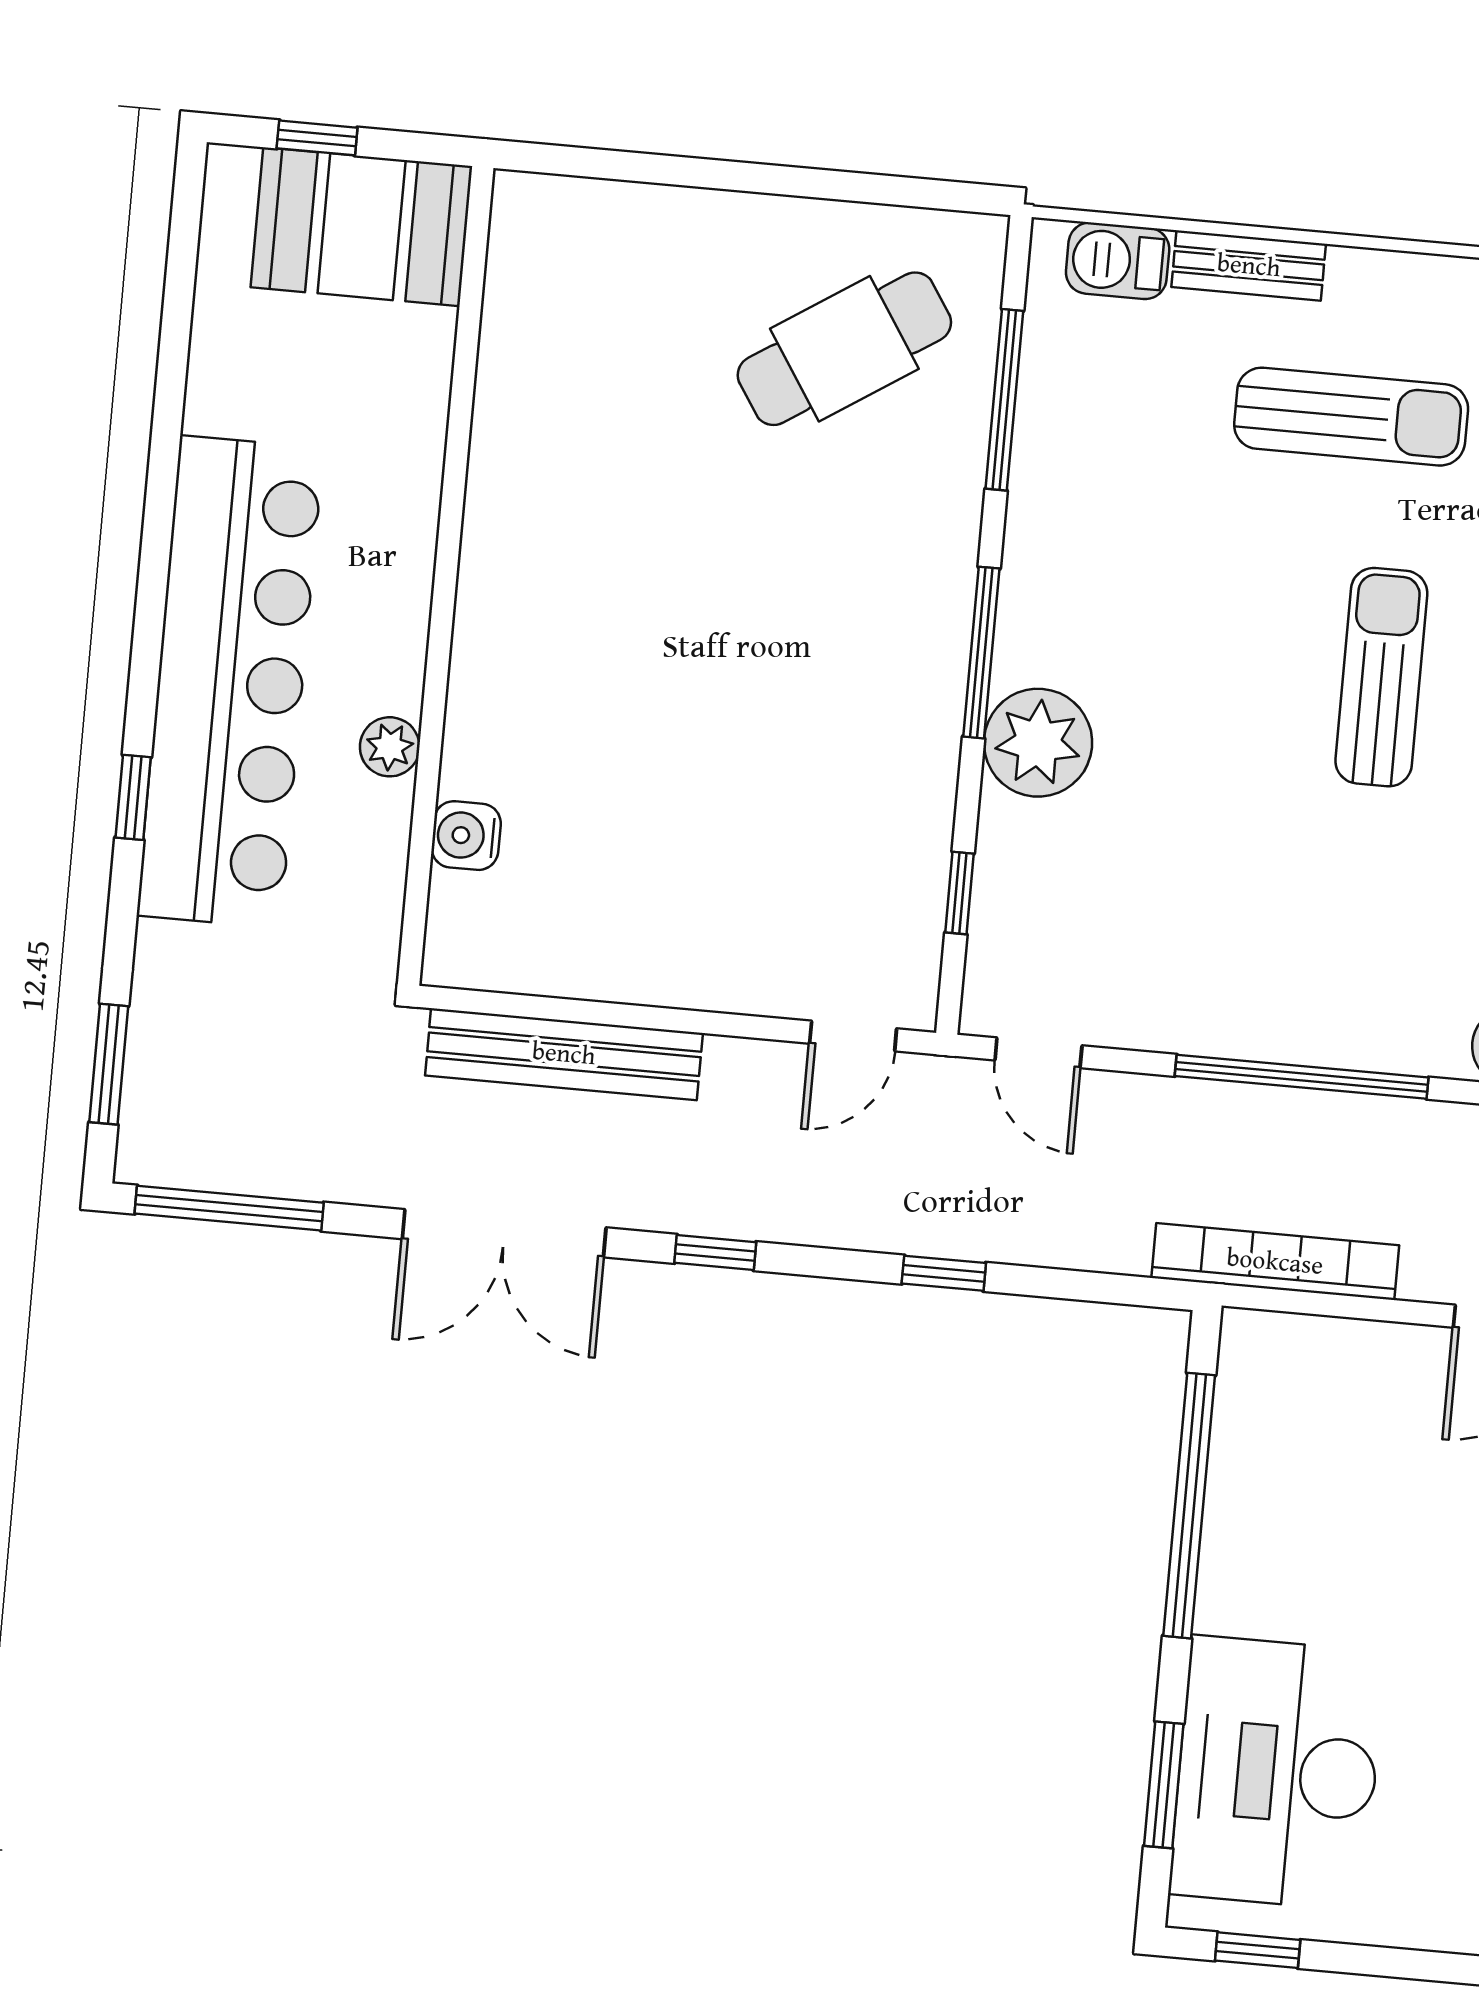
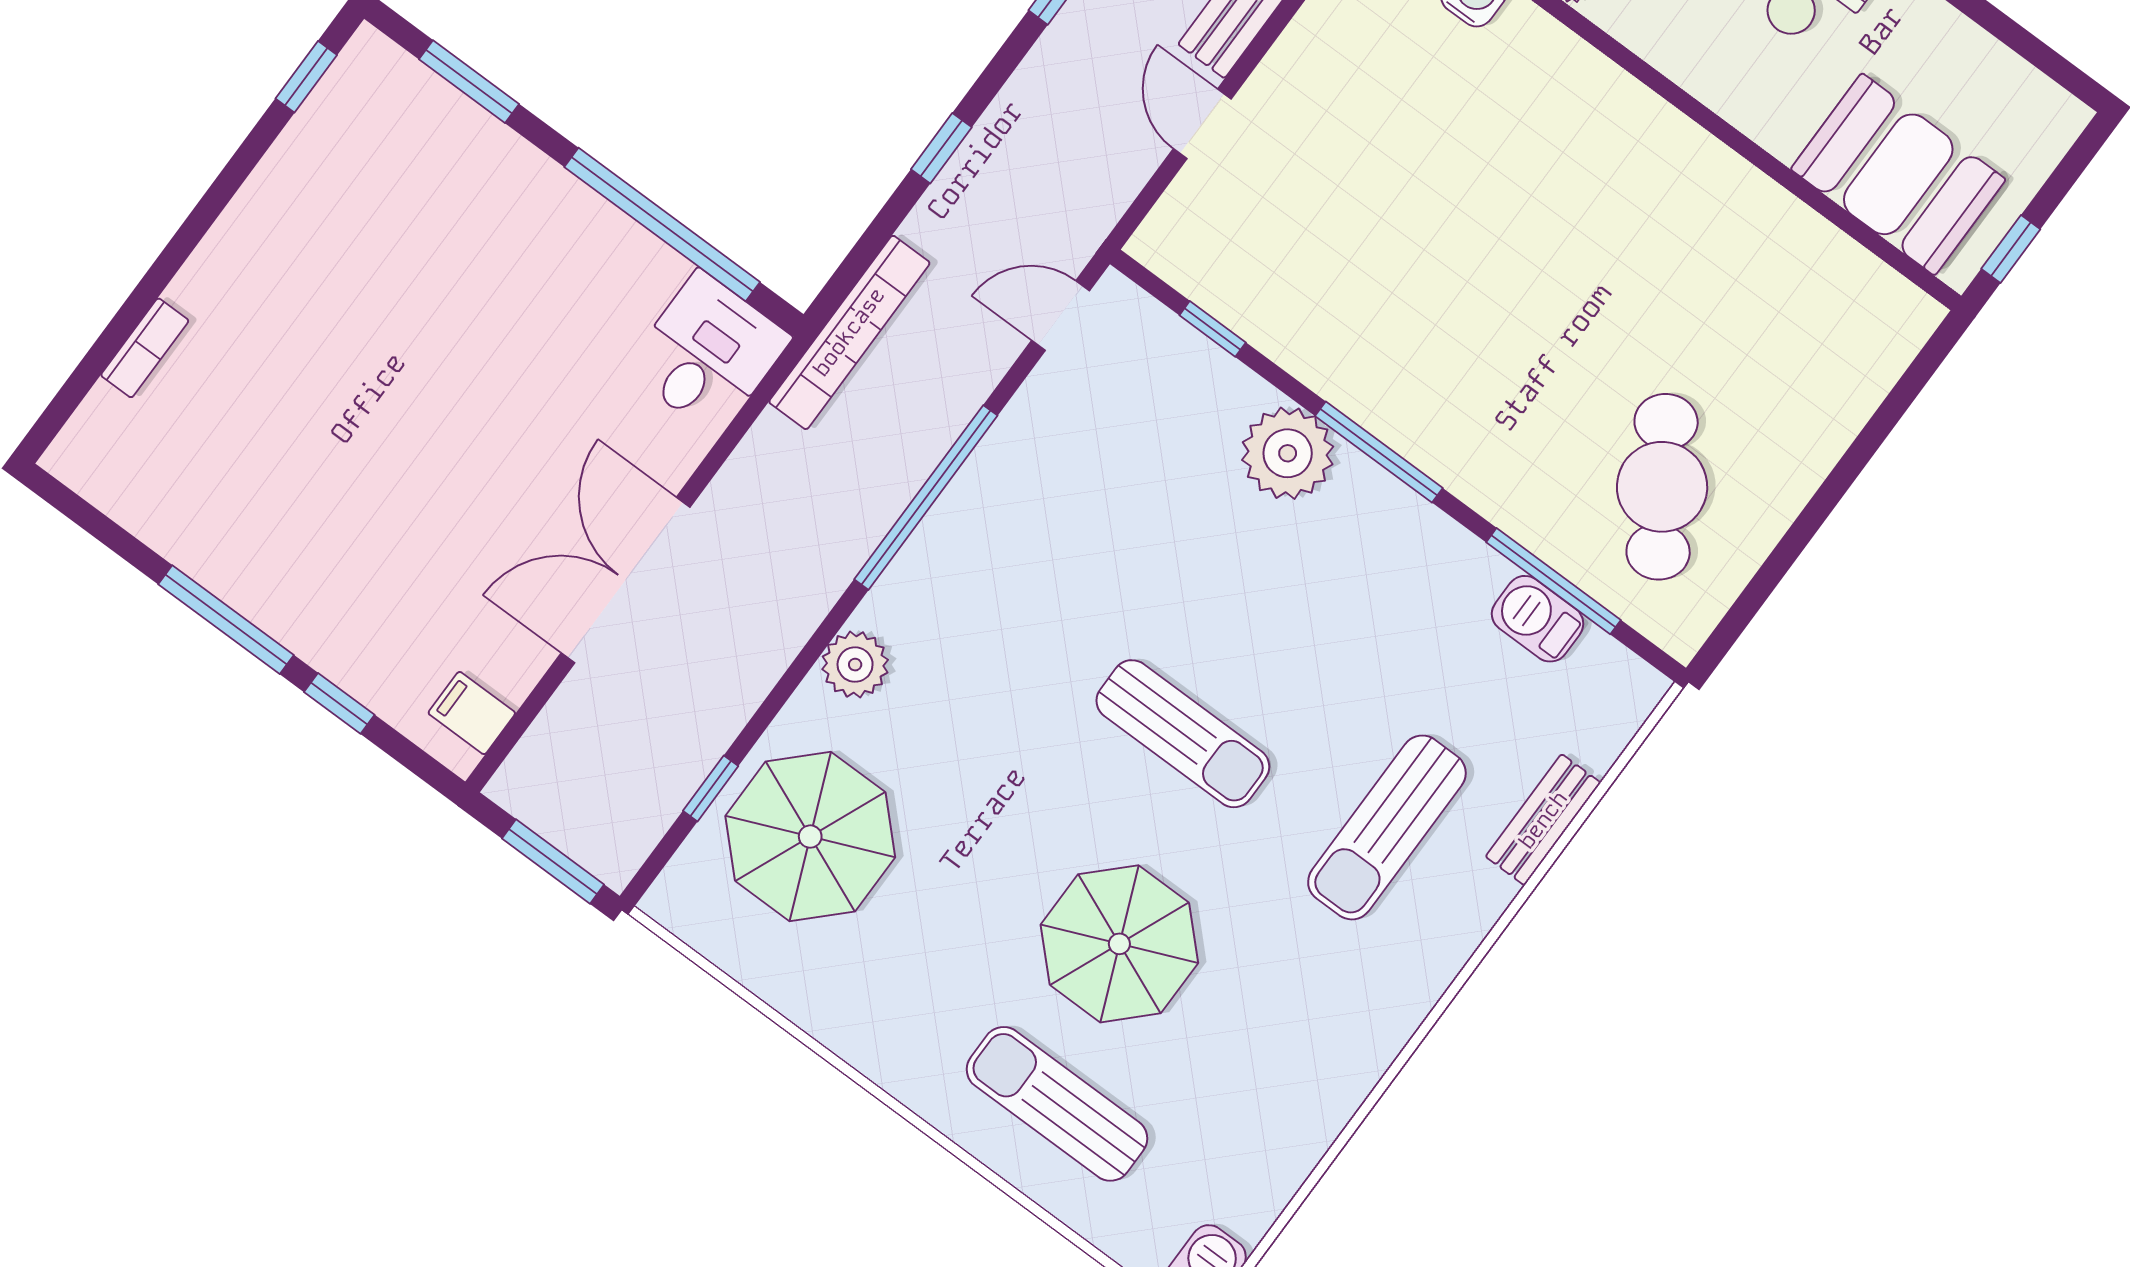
window: (317, 138) -> (2011, 249), moved
booth: (362, 227) -> (1898, 174), moved, turned 90
barbecue: (1118, 261) -> (1538, 619), moved, turned -90
door: (853, 1036) -> (1202, 124), moved
bookcase: (1275, 1262) -> (849, 332), moved
desk: (1277, 1773) -> (708, 353), moved, width x0.53, depth x0.77

